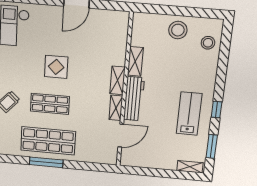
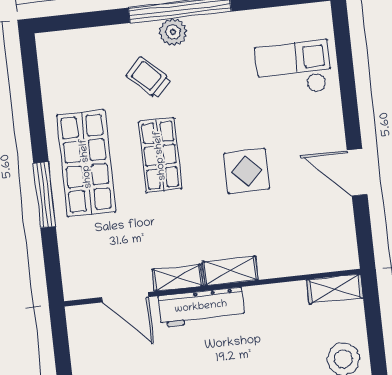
shelving: (135, 61) -> (335, 289), moved
display table: (56, 67) -> (247, 171), moved
window: (46, 162) -> (44, 195), moved

